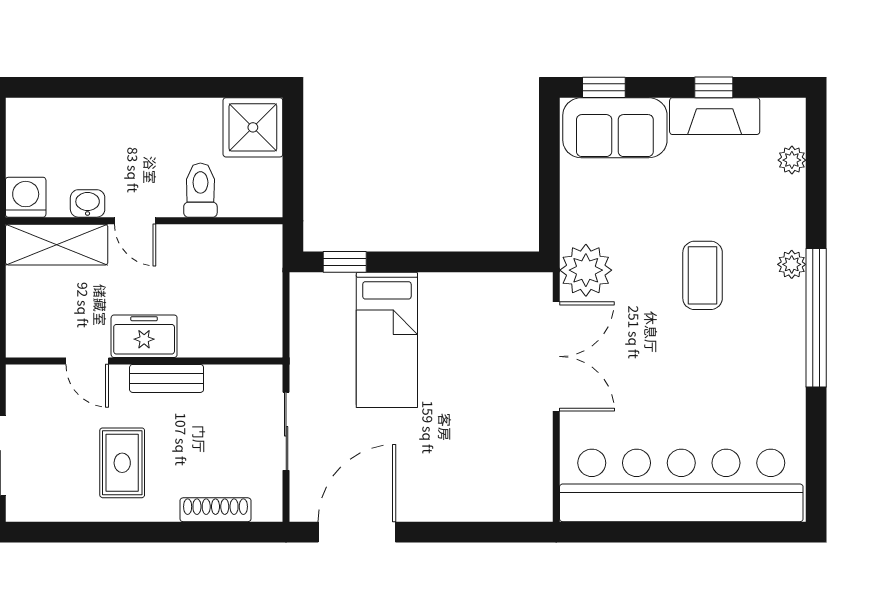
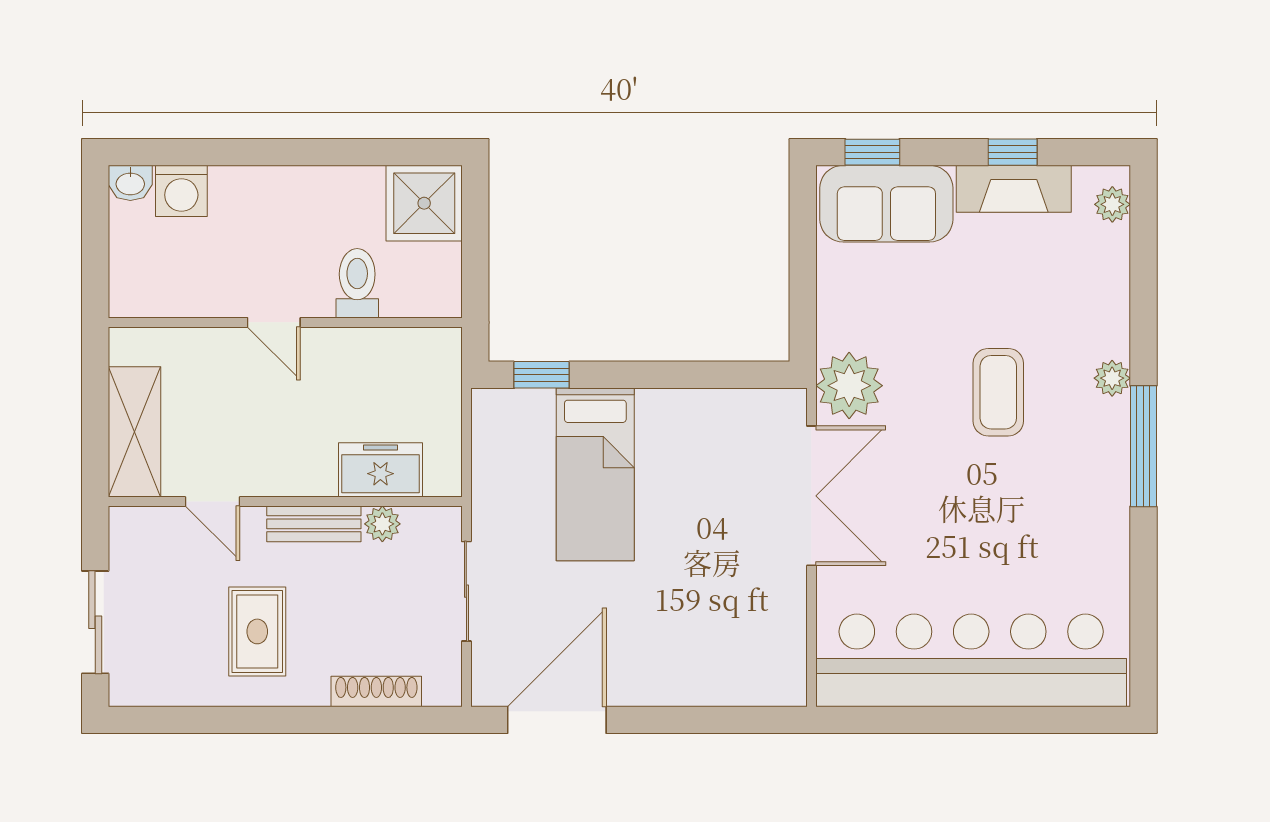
plant: (792, 160) -> (1112, 204), moved
washing machine: (26, 197) -> (181, 191), moved, turned 180
washbasin: (88, 203) -> (130, 183), moved, turned 180
shelving: (57, 245) -> (134, 432), moved, turned 90
window: (816, 318) -> (1143, 446), width x0.68
freezer: (144, 336) -> (380, 470), moved
plant: (220, 379) -> (382, 524), added

